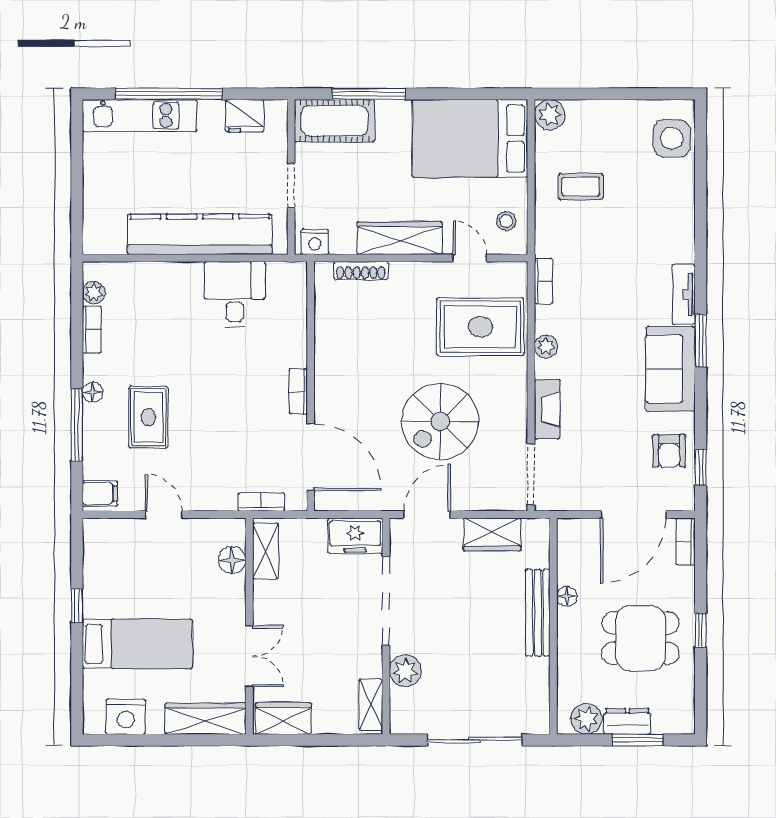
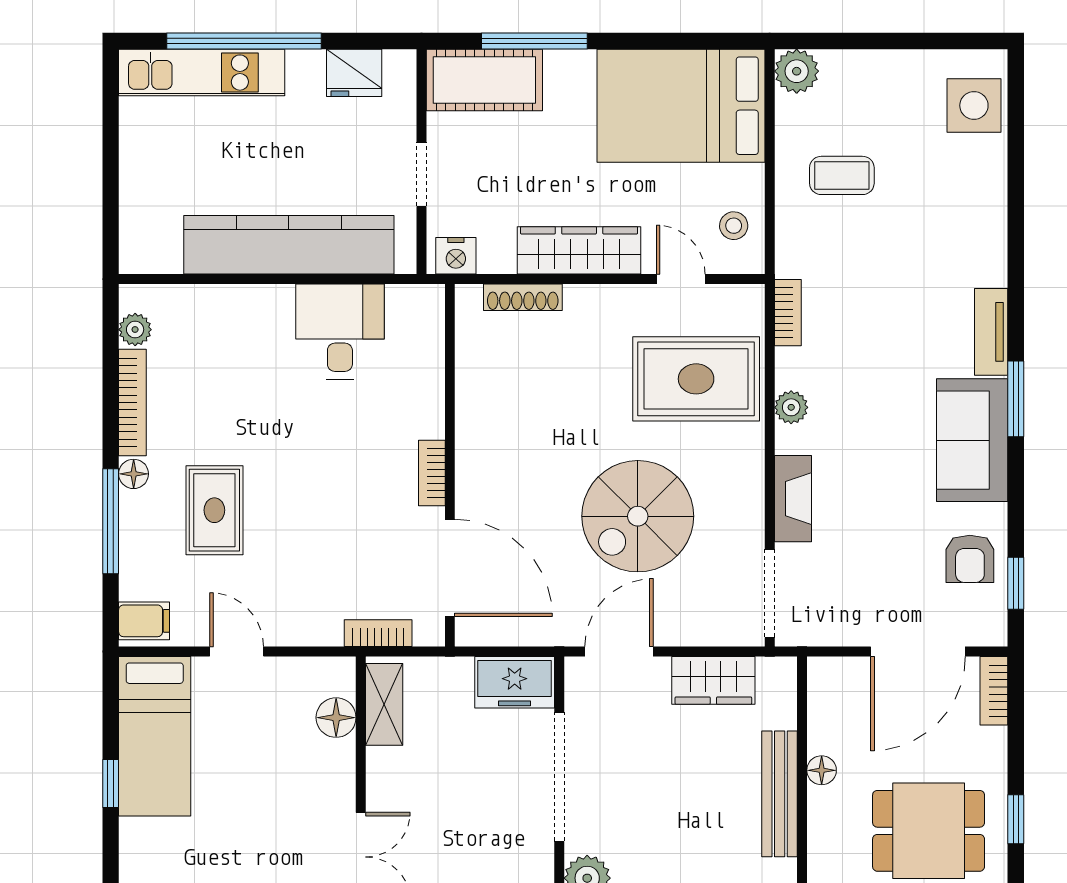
bookcase: (92, 330) -> (132, 402), width x1.56
bed: (137, 644) -> (155, 736), moved, turned 90

